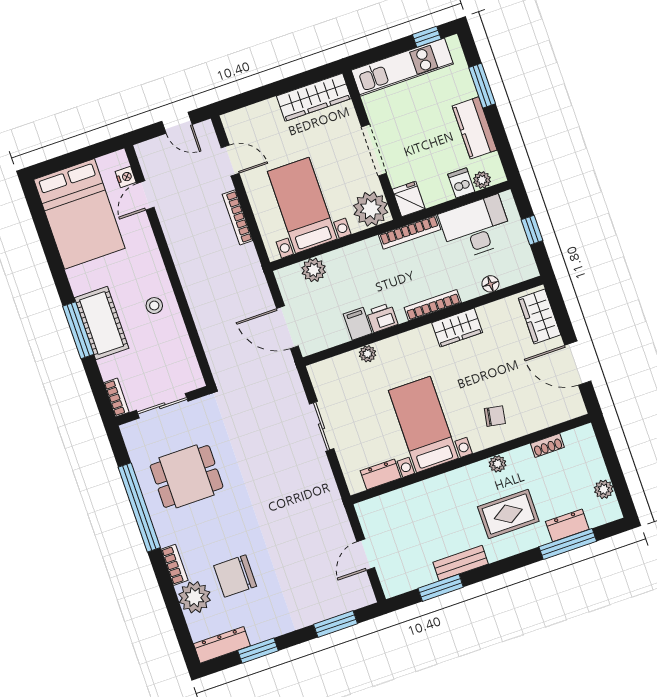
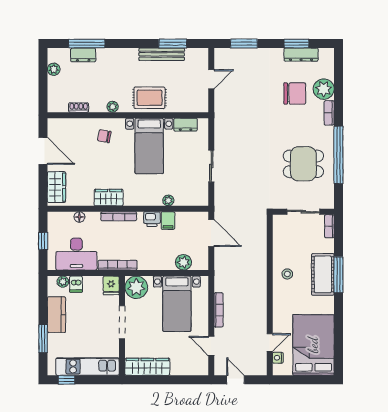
rug: (508, 514) -> (149, 98), moved
bench: (461, 563) -> (162, 54), width x1.36
dresser: (222, 645) -> (301, 55), moved

